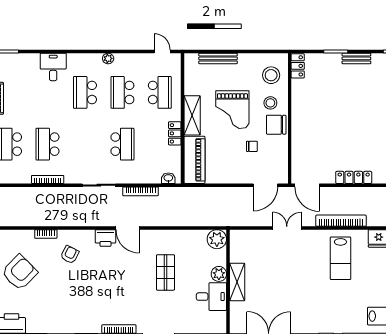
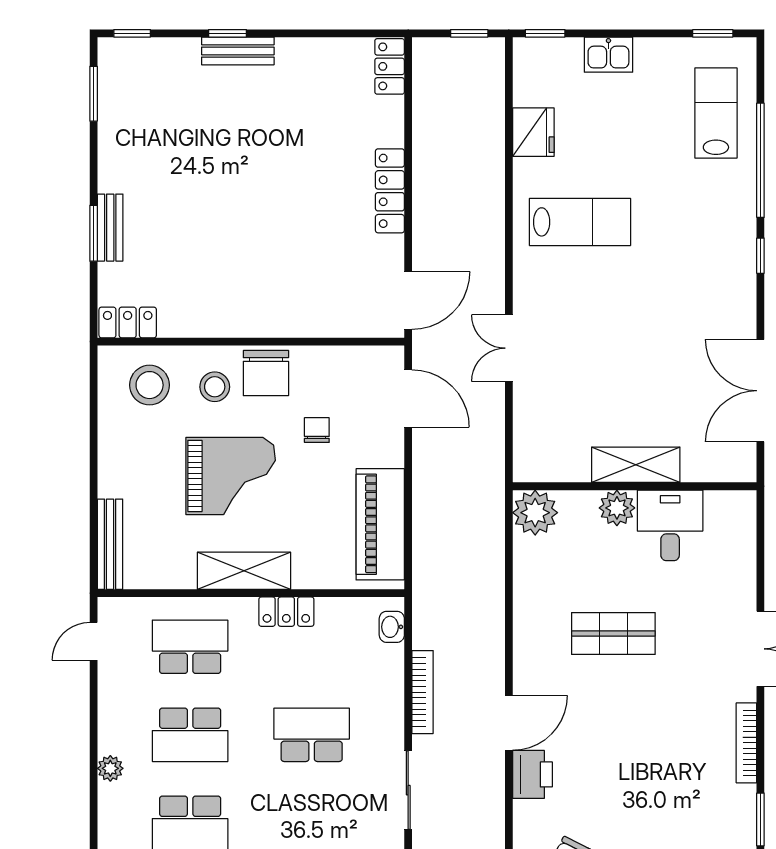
bench: (218, 58) -> (110, 544), moved
bench: (356, 58) -> (110, 228), moved
piano: (194, 160) -> (380, 524), moved, turned -90
bookcase: (341, 221) -> (492, 221), removed

